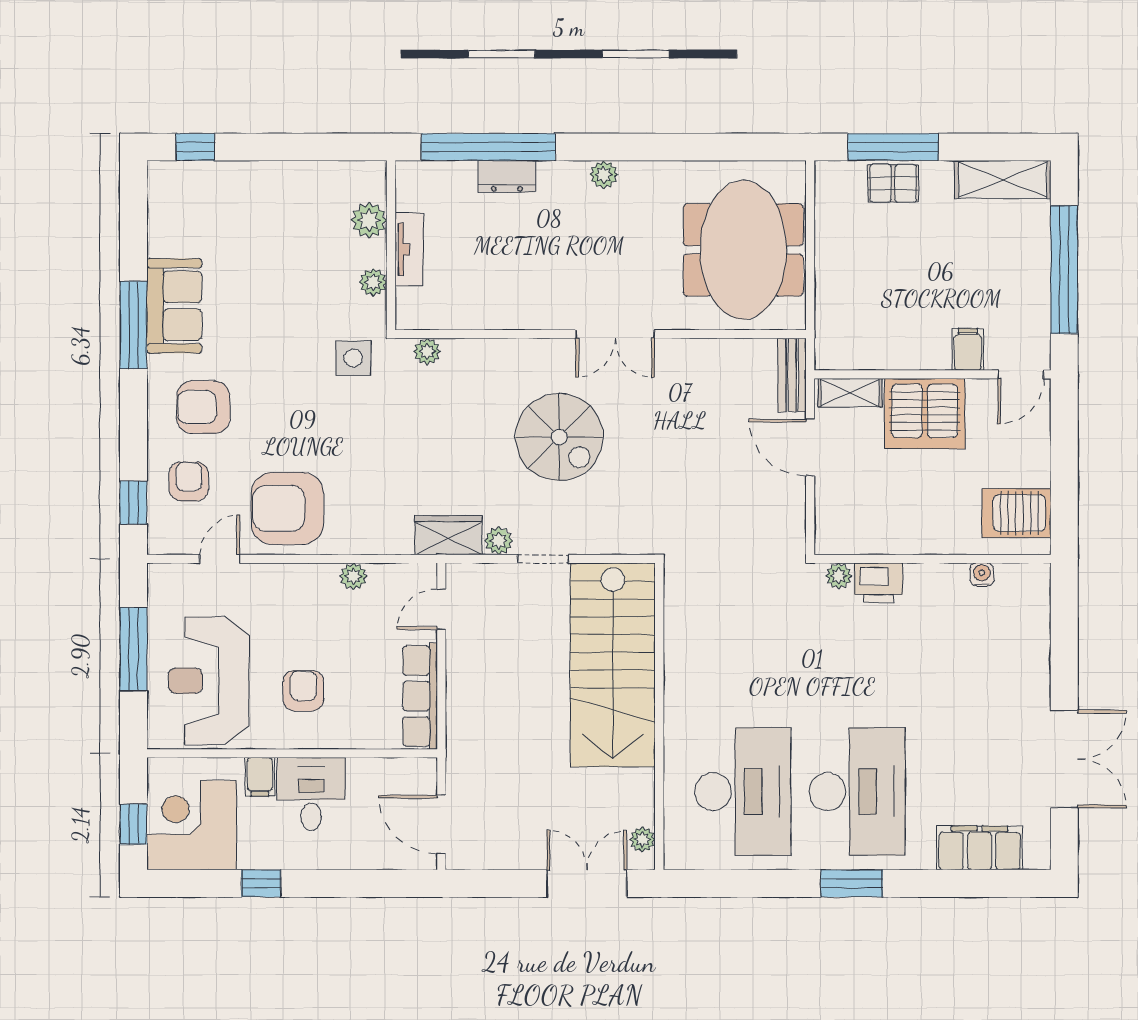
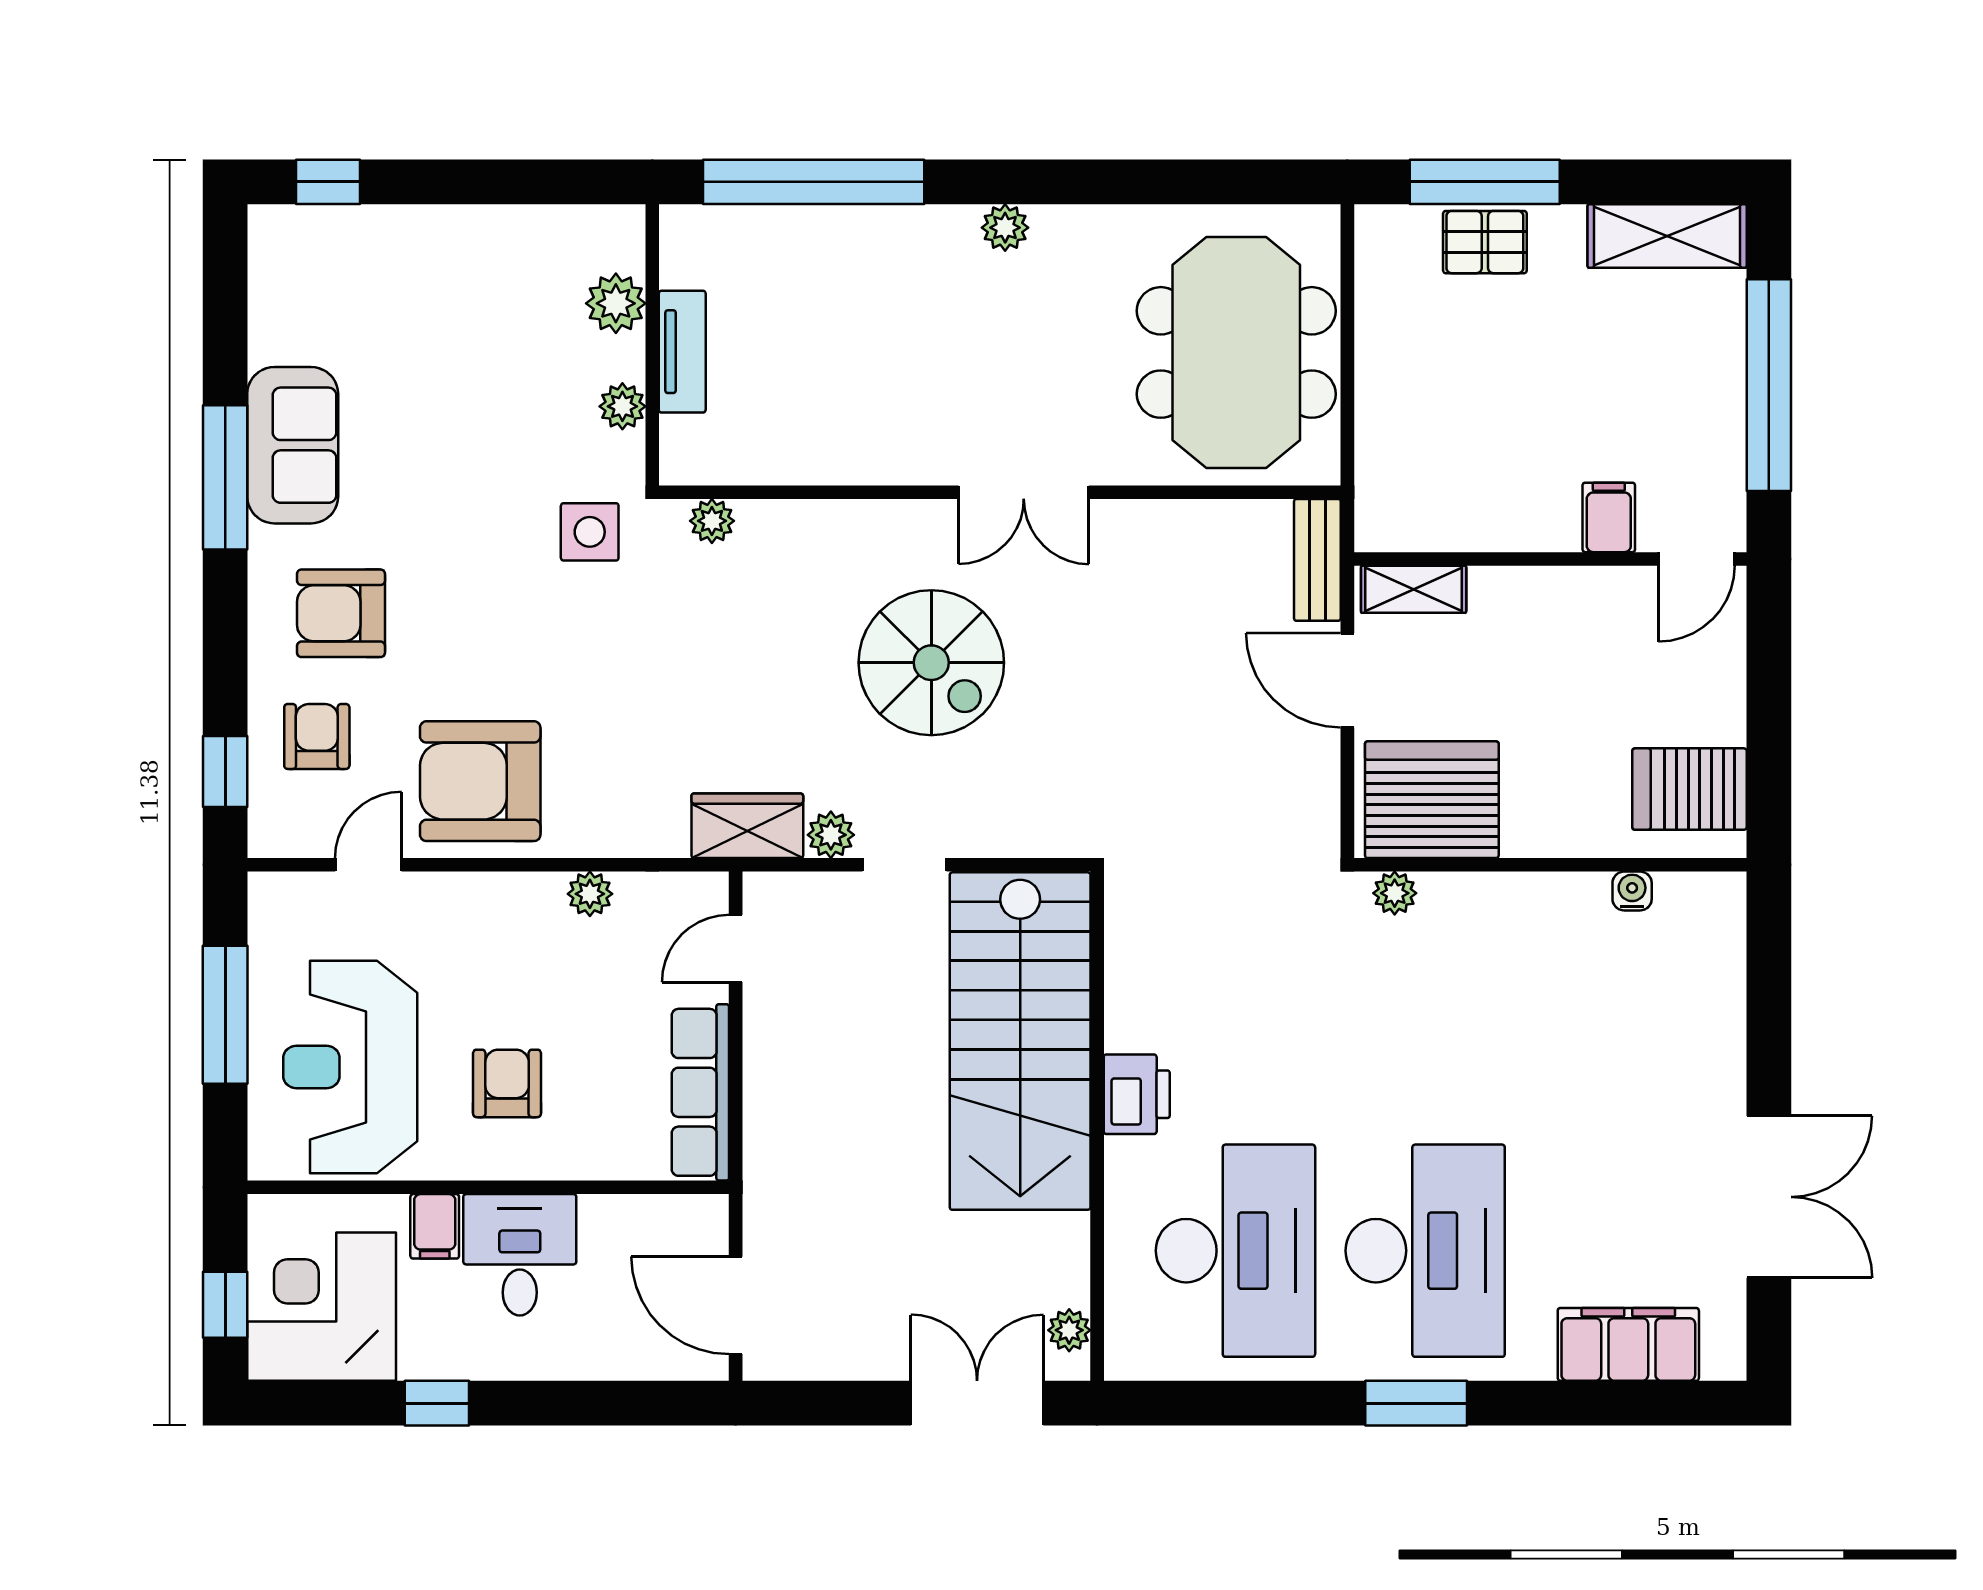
dresser: (507, 176) -> (844, 231), removed
server rack: (925, 414) -> (1432, 800), moved, turned 180
printer: (878, 583) -> (1137, 1094), moved, turned -90

